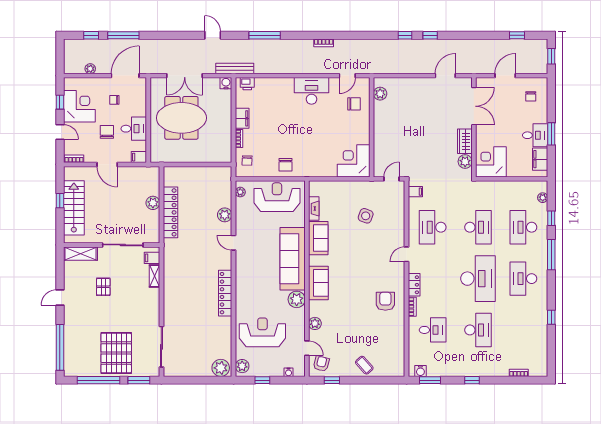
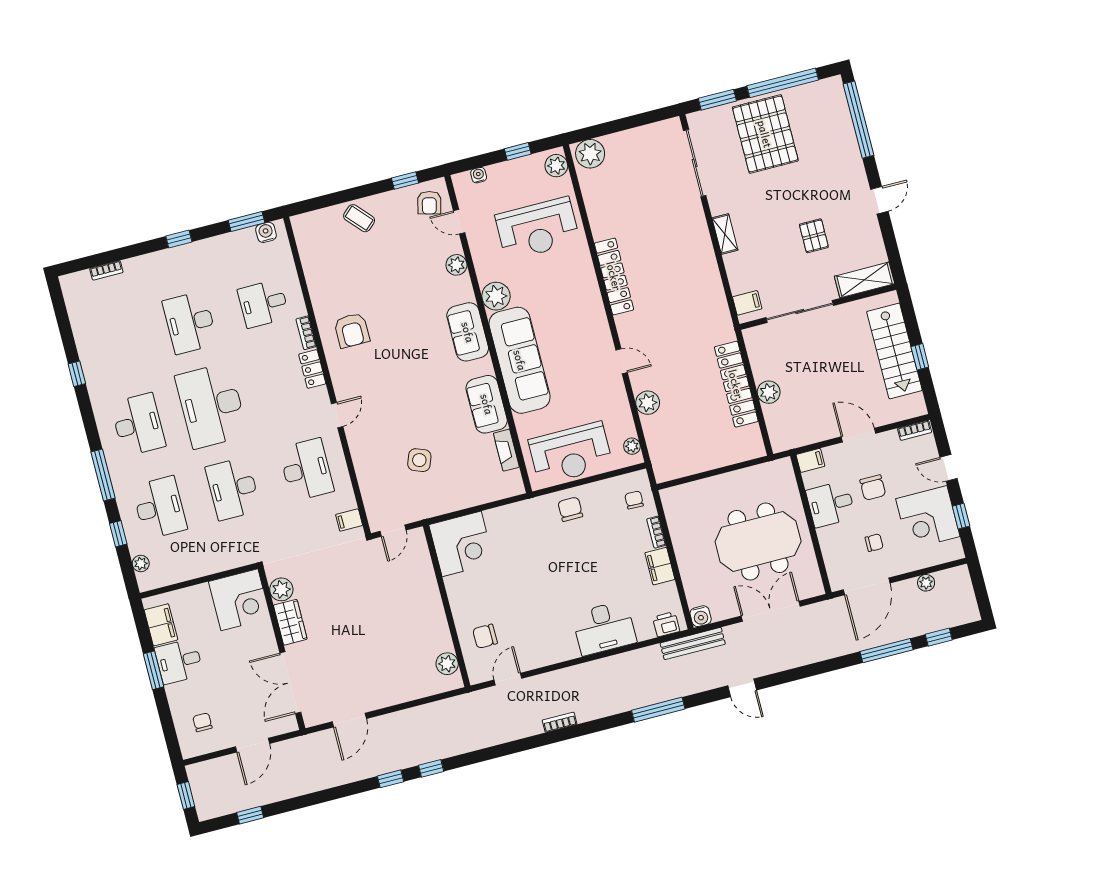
desk: (311, 91) -> (604, 628), moved
shelving: (155, 276) -> (725, 234), moved

